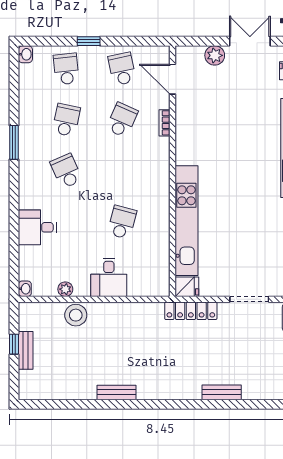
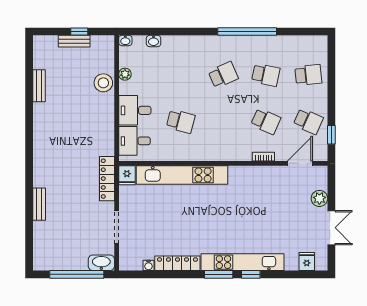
window: (89, 41) -> (331, 135), moved
washbasin: (25, 54) -> (154, 41), moved
school desk: (122, 69) -> (308, 121), turned 36
window: (14, 142) -> (247, 31), width x2.11
desk: (37, 227) -> (134, 141), moved, turned -90
bench: (116, 392) -> (39, 86), moved

